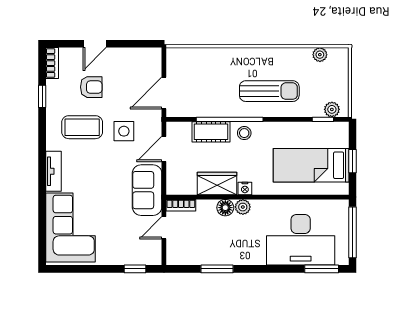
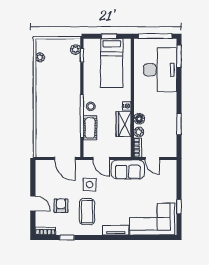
sun lounger: (269, 91) -> (64, 90), removed
plant: (243, 207) -> (139, 132), moved
window: (135, 269) -> (179, 207), moved

